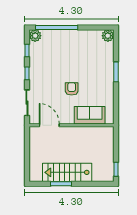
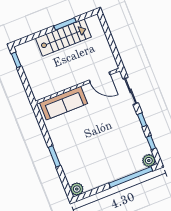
armchair: (72, 89) -> (92, 122), removed
sofa: (90, 115) -> (64, 103), width x1.36

